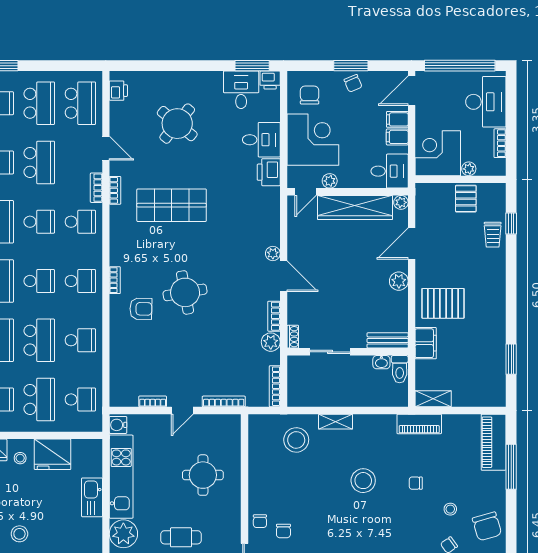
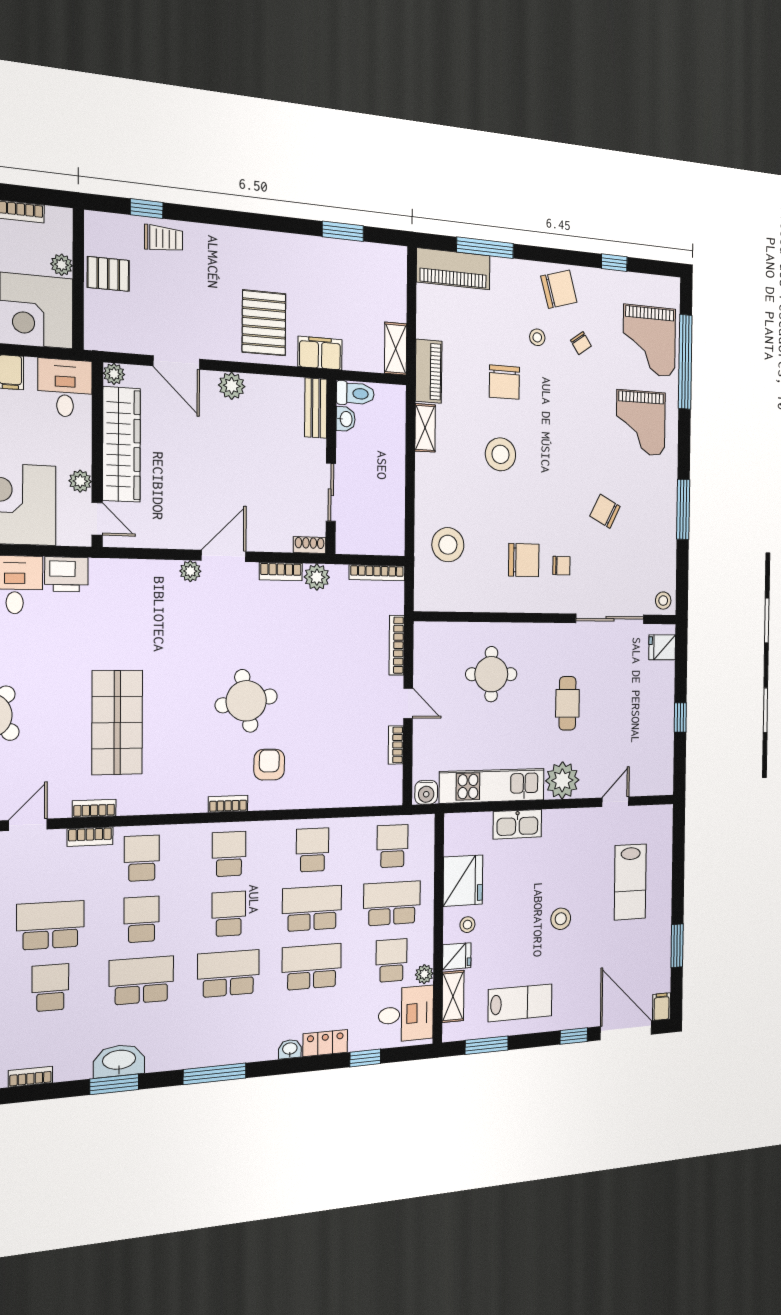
shelving: (336, 422) -> (425, 428), moved
chair: (416, 483) -> (504, 382), width x1.87, depth x1.87
chair: (260, 521) -> (524, 560), moved, width x1.87, depth x1.87

